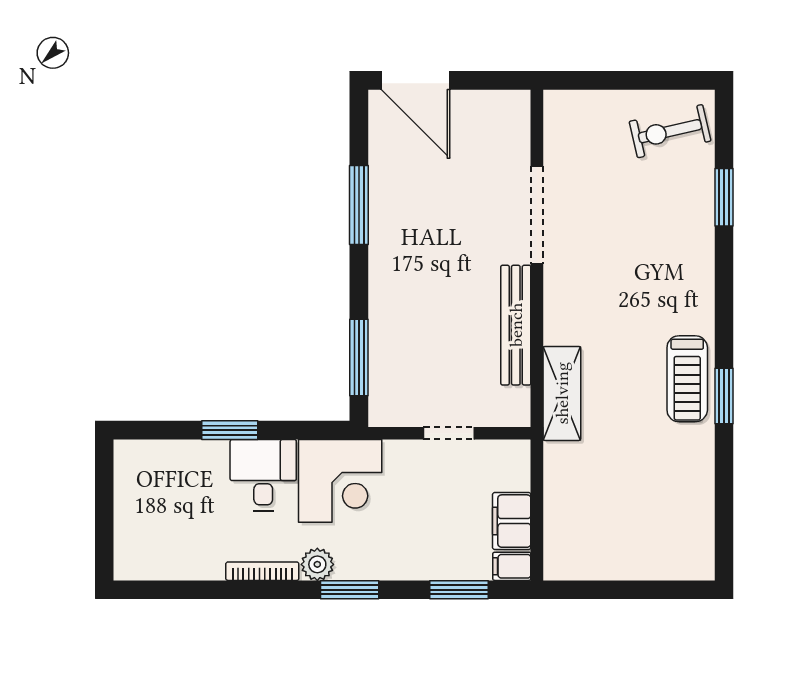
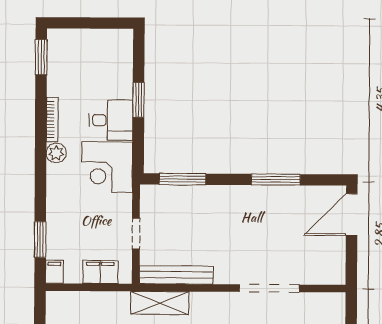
bench: (516, 325) -> (176, 275), moved
filing cabinet: (512, 521) -> (100, 272), moved
window: (350, 590) -> (41, 57), moved

